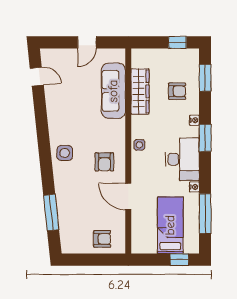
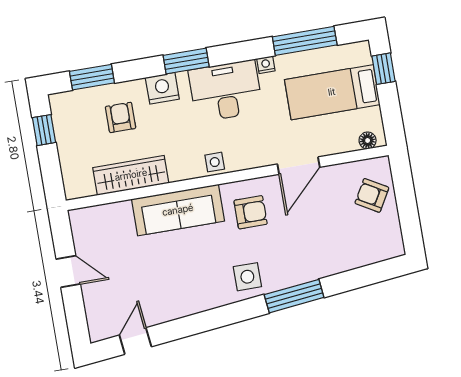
sofa: (113, 91) -> (178, 210), moved
nightstand: (194, 120) -> (162, 88), width x1.89, depth x1.79
window: (51, 212) -> (294, 296), moved
armchair: (102, 239) -> (372, 195), turned -60
floor lamp: (137, 242) -> (368, 140), added

